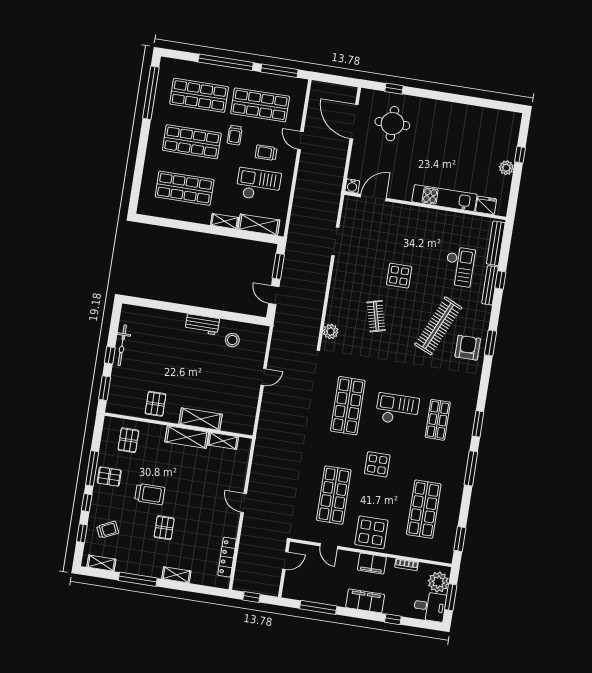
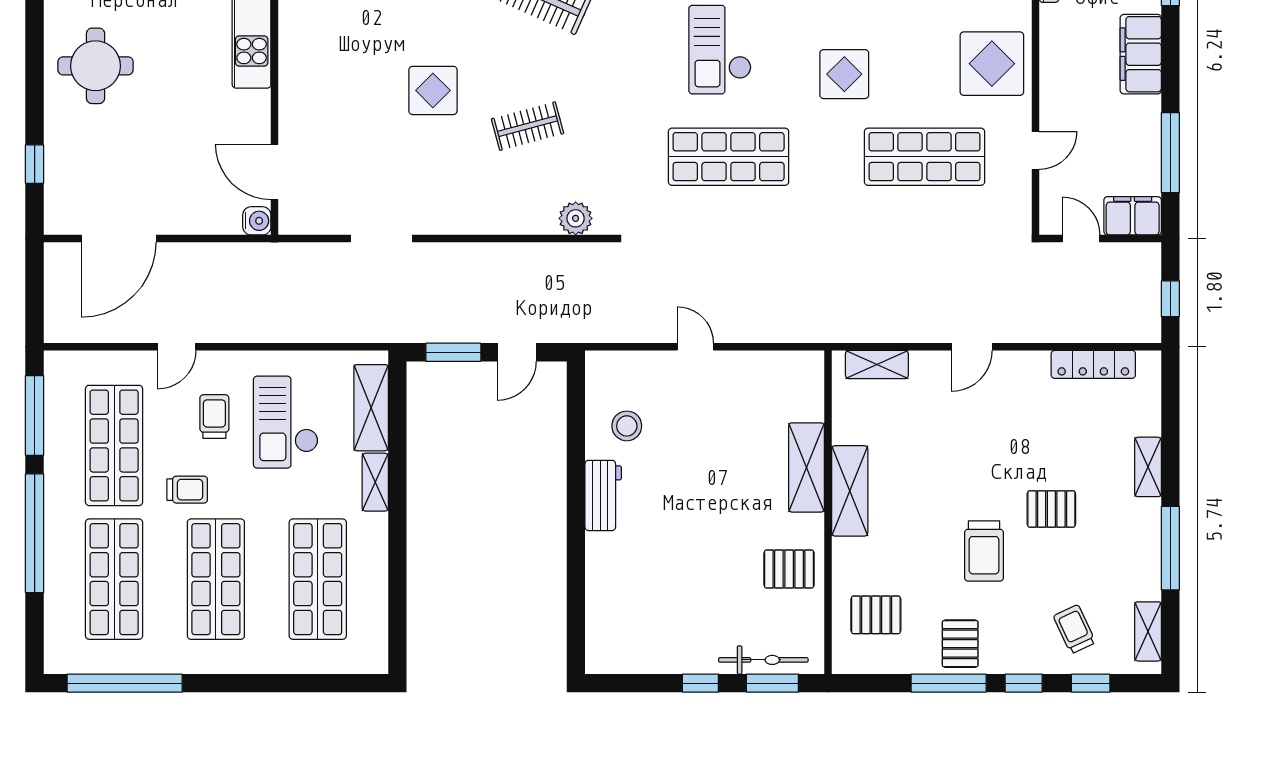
round table: (392, 124) -> (96, 66), moved
trolley: (266, 153) -> (214, 417), turned 180
bicycle: (122, 345) -> (763, 660), moved
shelving: (223, 441) -> (877, 365), moved, turned 90
trolley: (150, 494) -> (984, 551), turned 180
filing cabinet: (372, 564) -> (1133, 216), moved, turned -90

